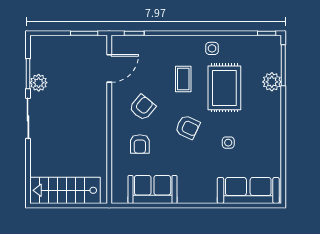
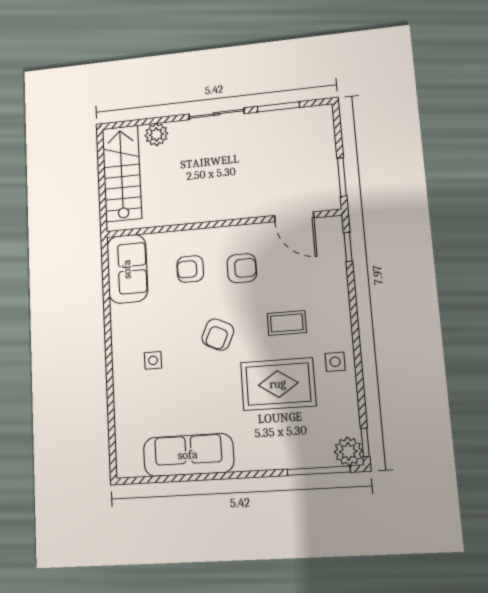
plant: (272, 82) -> (348, 451), moved
plant: (39, 83) -> (156, 134), moved
armchair: (142, 107) -> (242, 268), turned -40
side table: (228, 143) -> (153, 360), moved
sofa: (153, 189) -> (127, 269), moved
sofa: (248, 190) -> (188, 455), moved, turned -90

